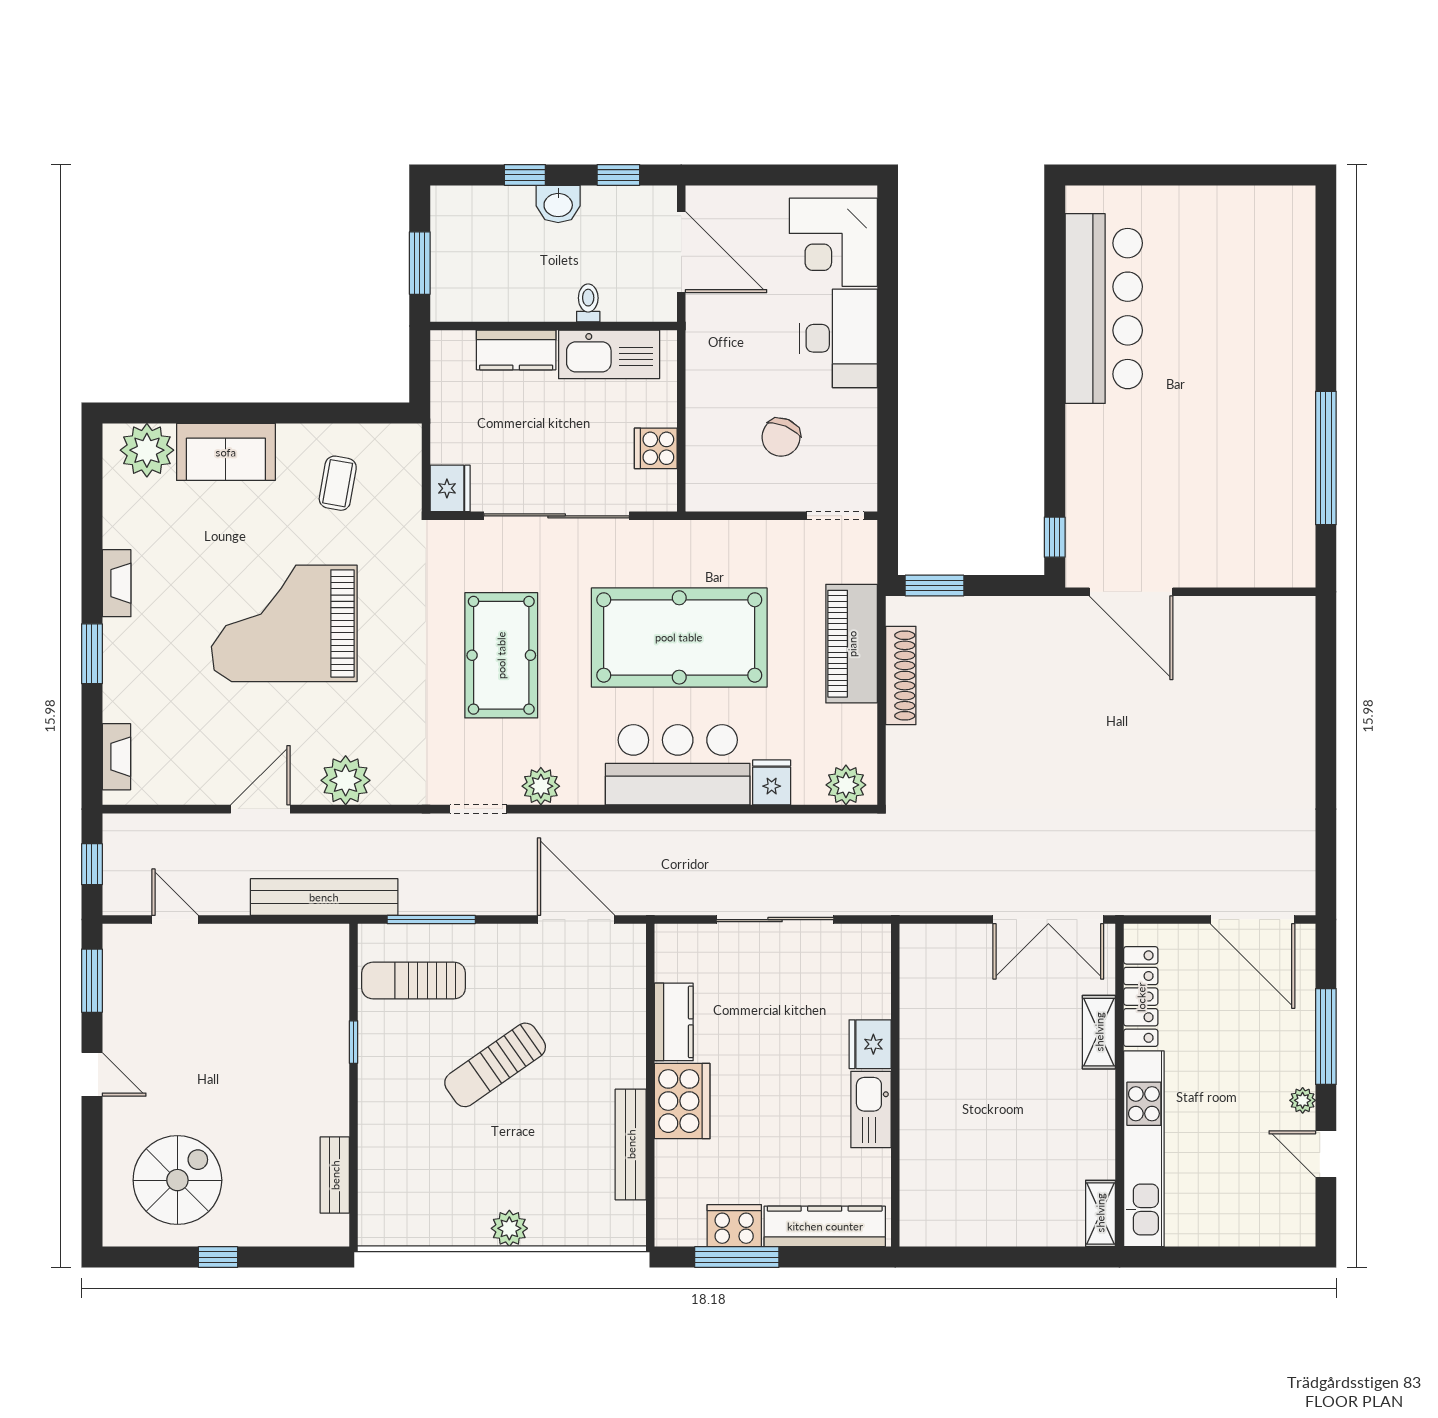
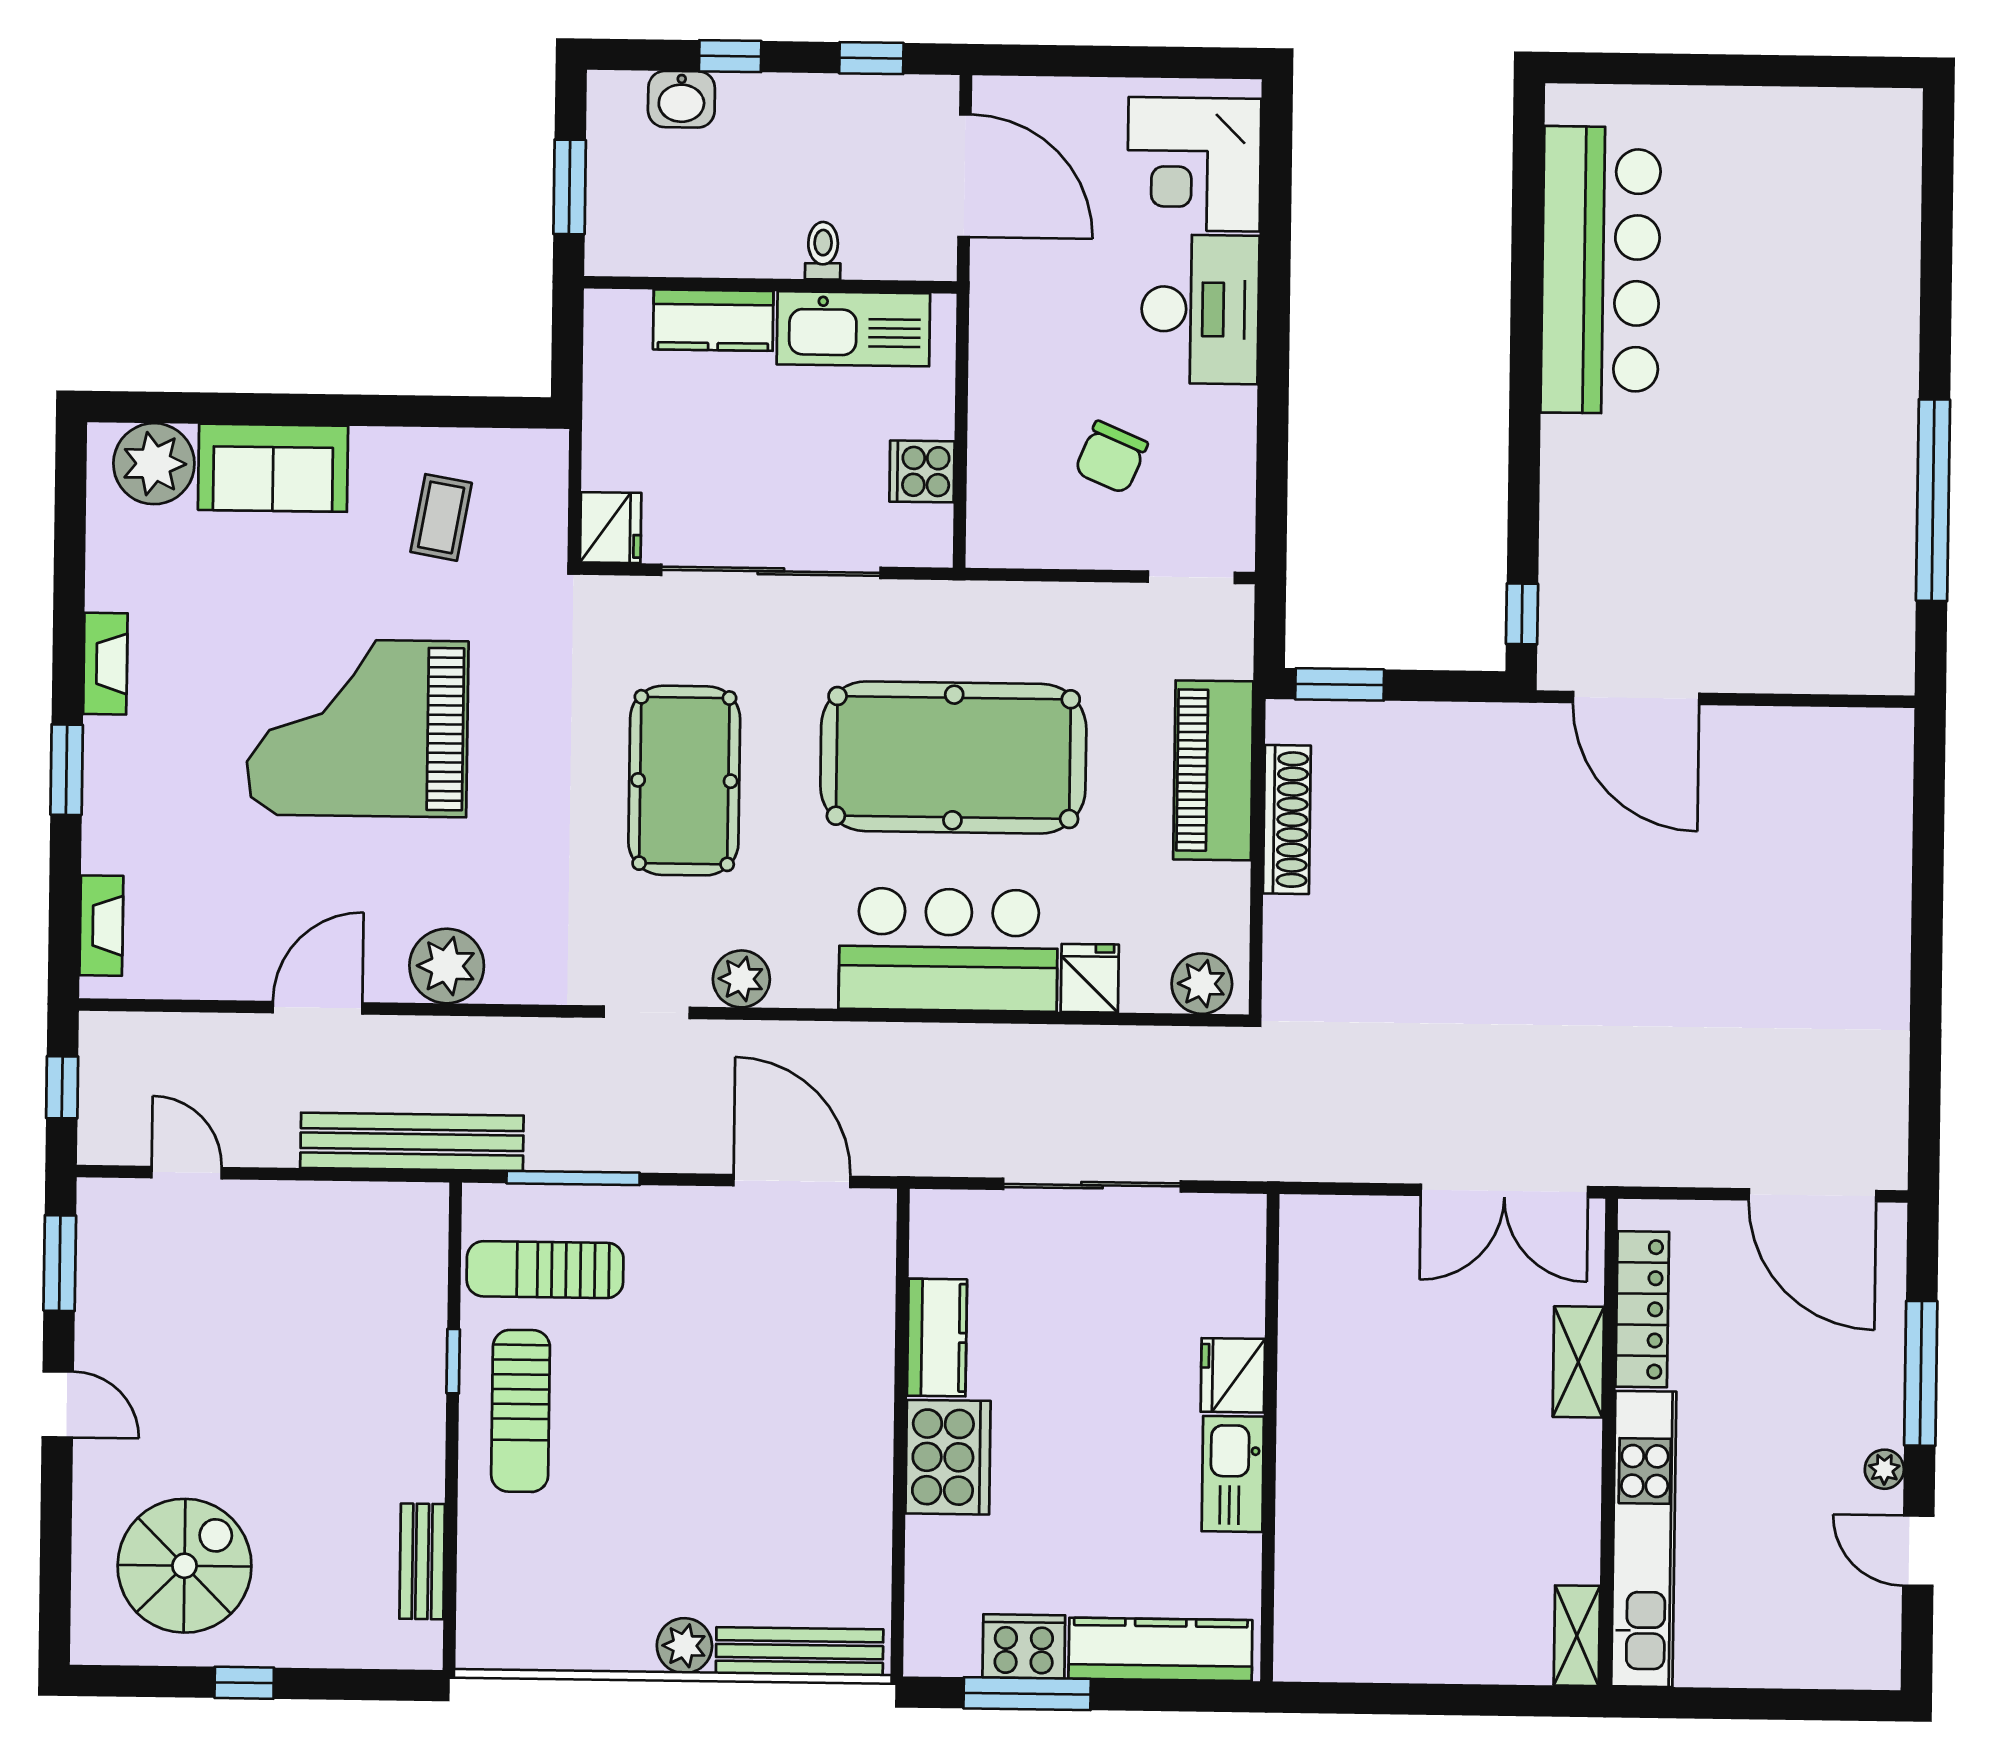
washbasin: (558, 204) -> (681, 99), moved
sun lounger: (495, 1065) -> (521, 1411), moved, turned -55
bench: (631, 1144) -> (800, 1652), moved, turned 90

